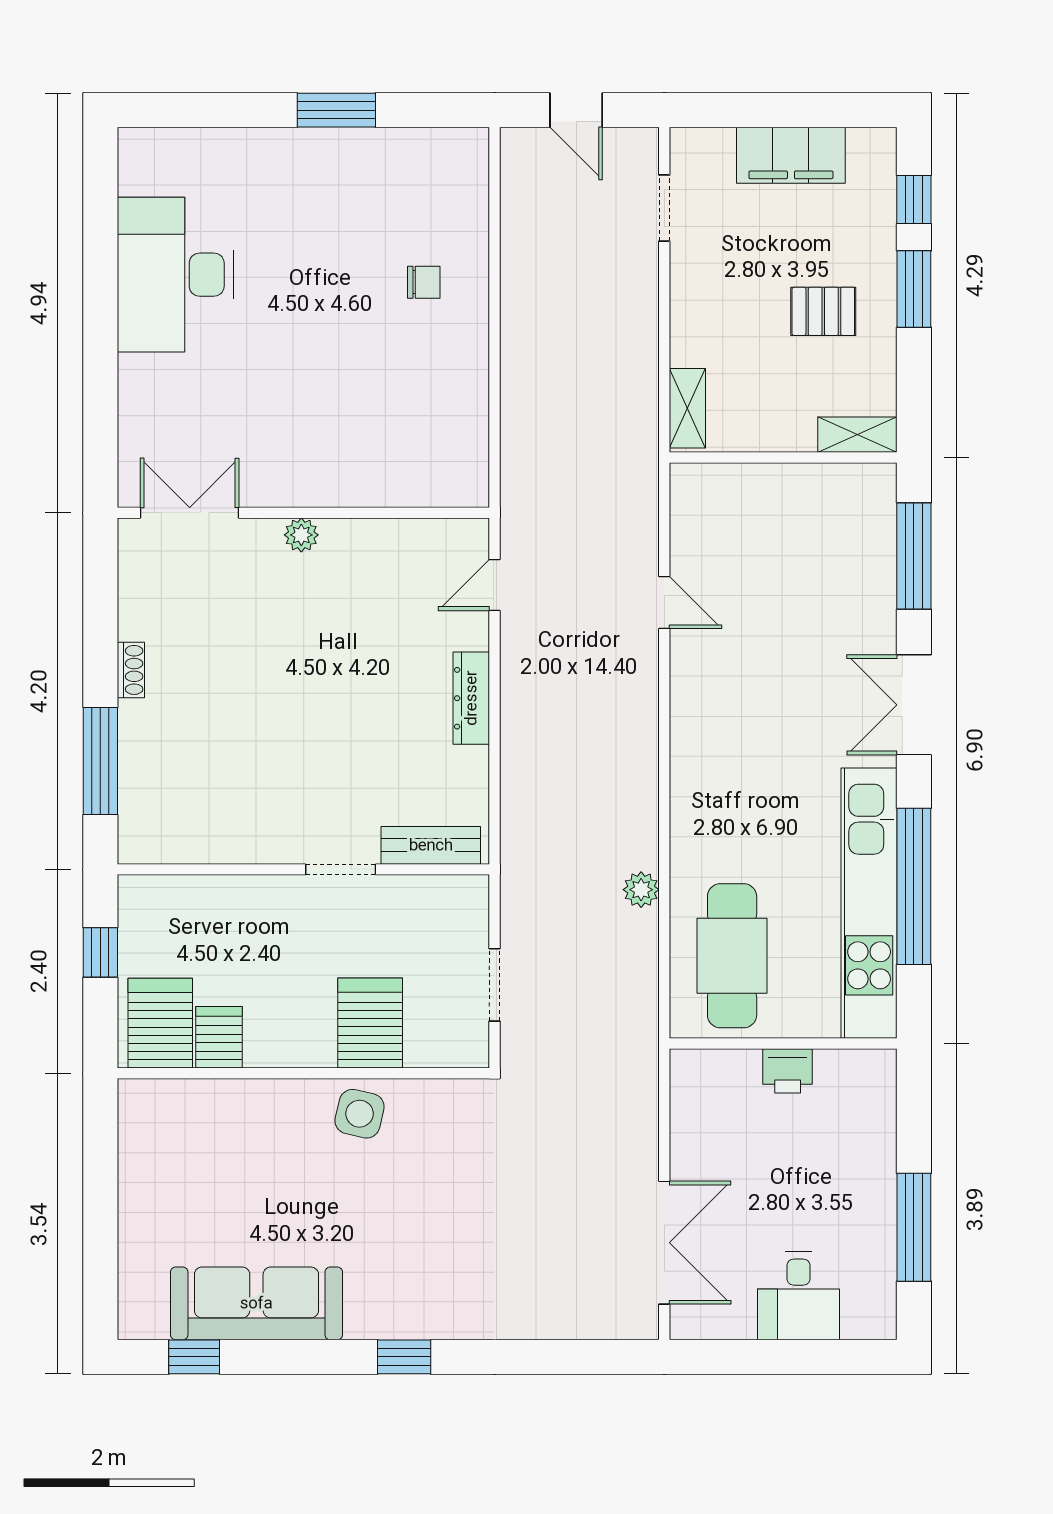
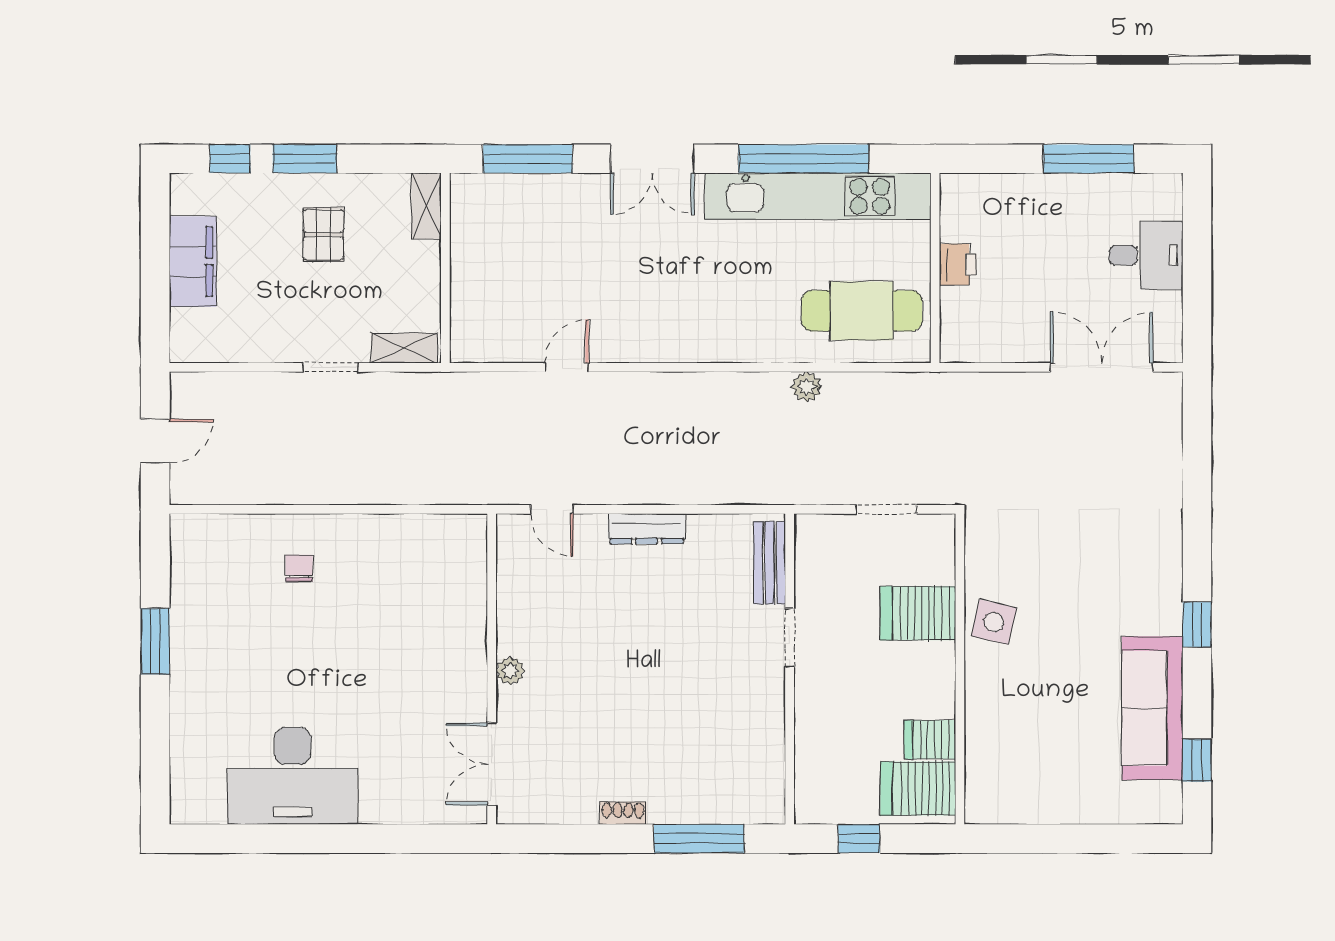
doorway: (664, 208) -> (330, 367), moved
window: (404, 1357) -> (1197, 625), moved

